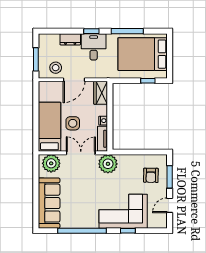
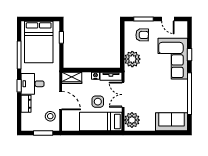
plant: (108, 164) -> (132, 59), moved
sofa: (49, 203) -> (172, 122), width x0.73

